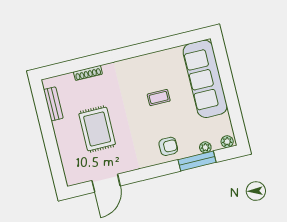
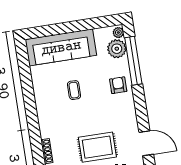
plant: (205, 147) -> (117, 49), width x1.87, depth x1.87
window: (197, 161) -> (133, 61), width x1.46

